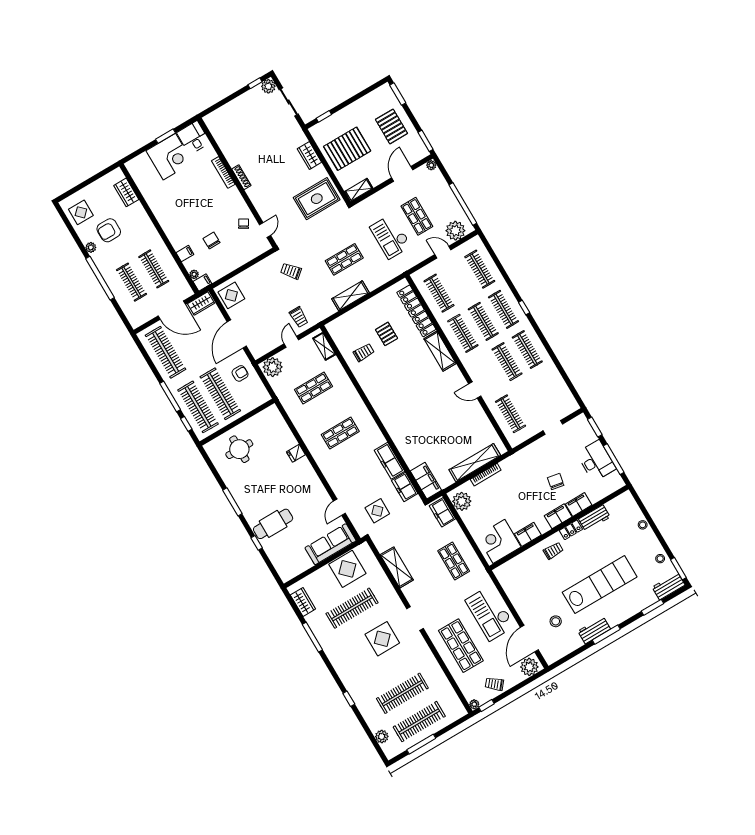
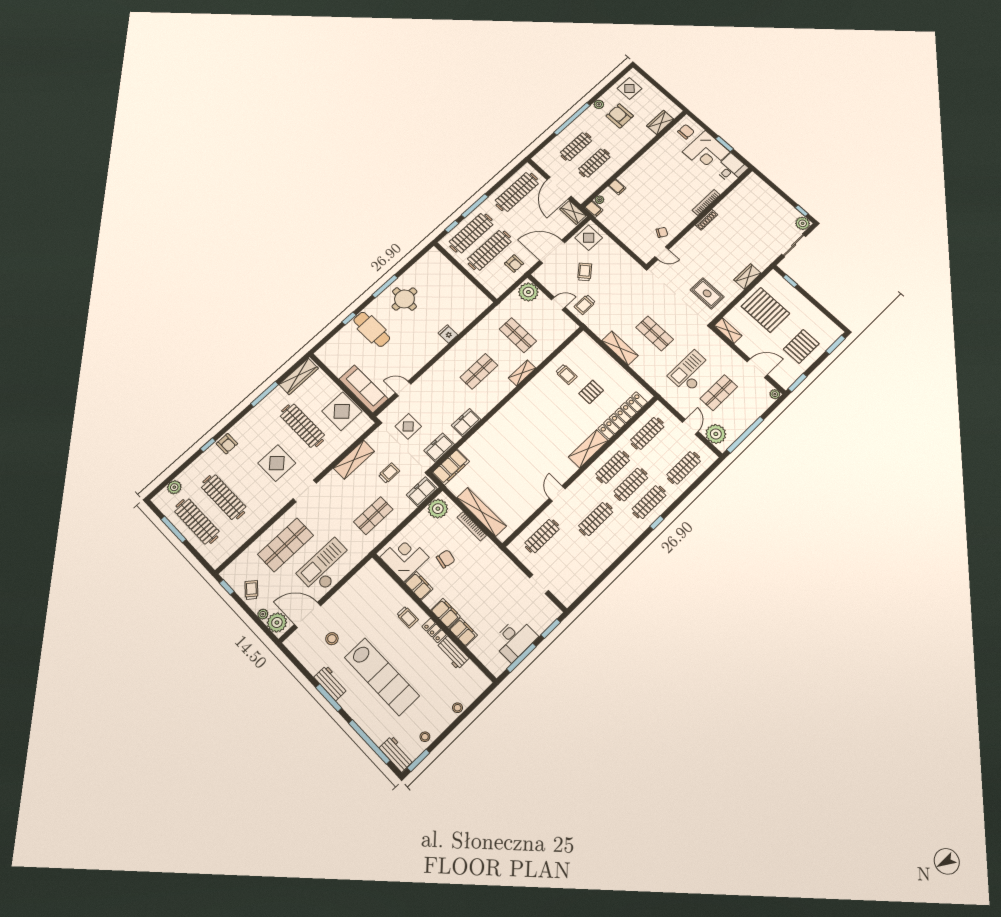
rug: (317, 199) -> (707, 293), width x0.73, depth x0.70
chair: (212, 241) -> (686, 132), moved
trolley: (291, 271) -> (585, 272), moved
shelving: (324, 346) -> (522, 373), moved
clothes rail: (527, 350) -> (614, 537), removed
shop shelf: (340, 433) -> (479, 371), turned 90
round table: (239, 449) -> (404, 299), moved
freezer: (389, 461) -> (466, 422), width x0.71
chair: (556, 481) -> (446, 559), moved
trolley: (417, 538) -> (389, 473), added
wardrobe: (303, 602) -> (299, 376), width x1.50
window: (652, 607) -> (369, 742), width x2.11
armchair: (352, 681) -> (227, 444), added
plant: (474, 704) -> (263, 614), moved

